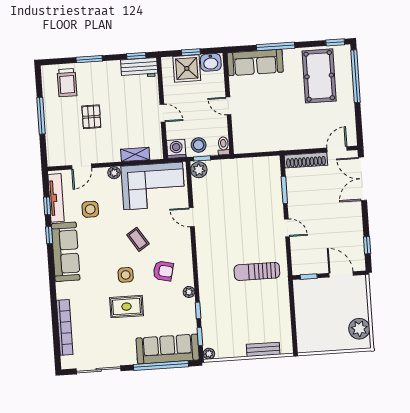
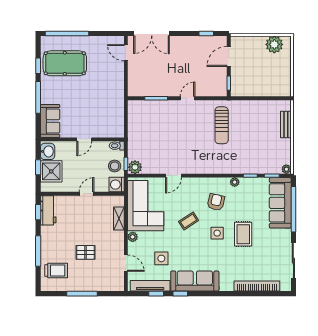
window: (335, 42) -> (38, 66), moved
window: (89, 59) -> (38, 251), width x1.44
sofa: (255, 62) -> (50, 121), width x0.73
shoe rack: (306, 160) -> (133, 79), removed

